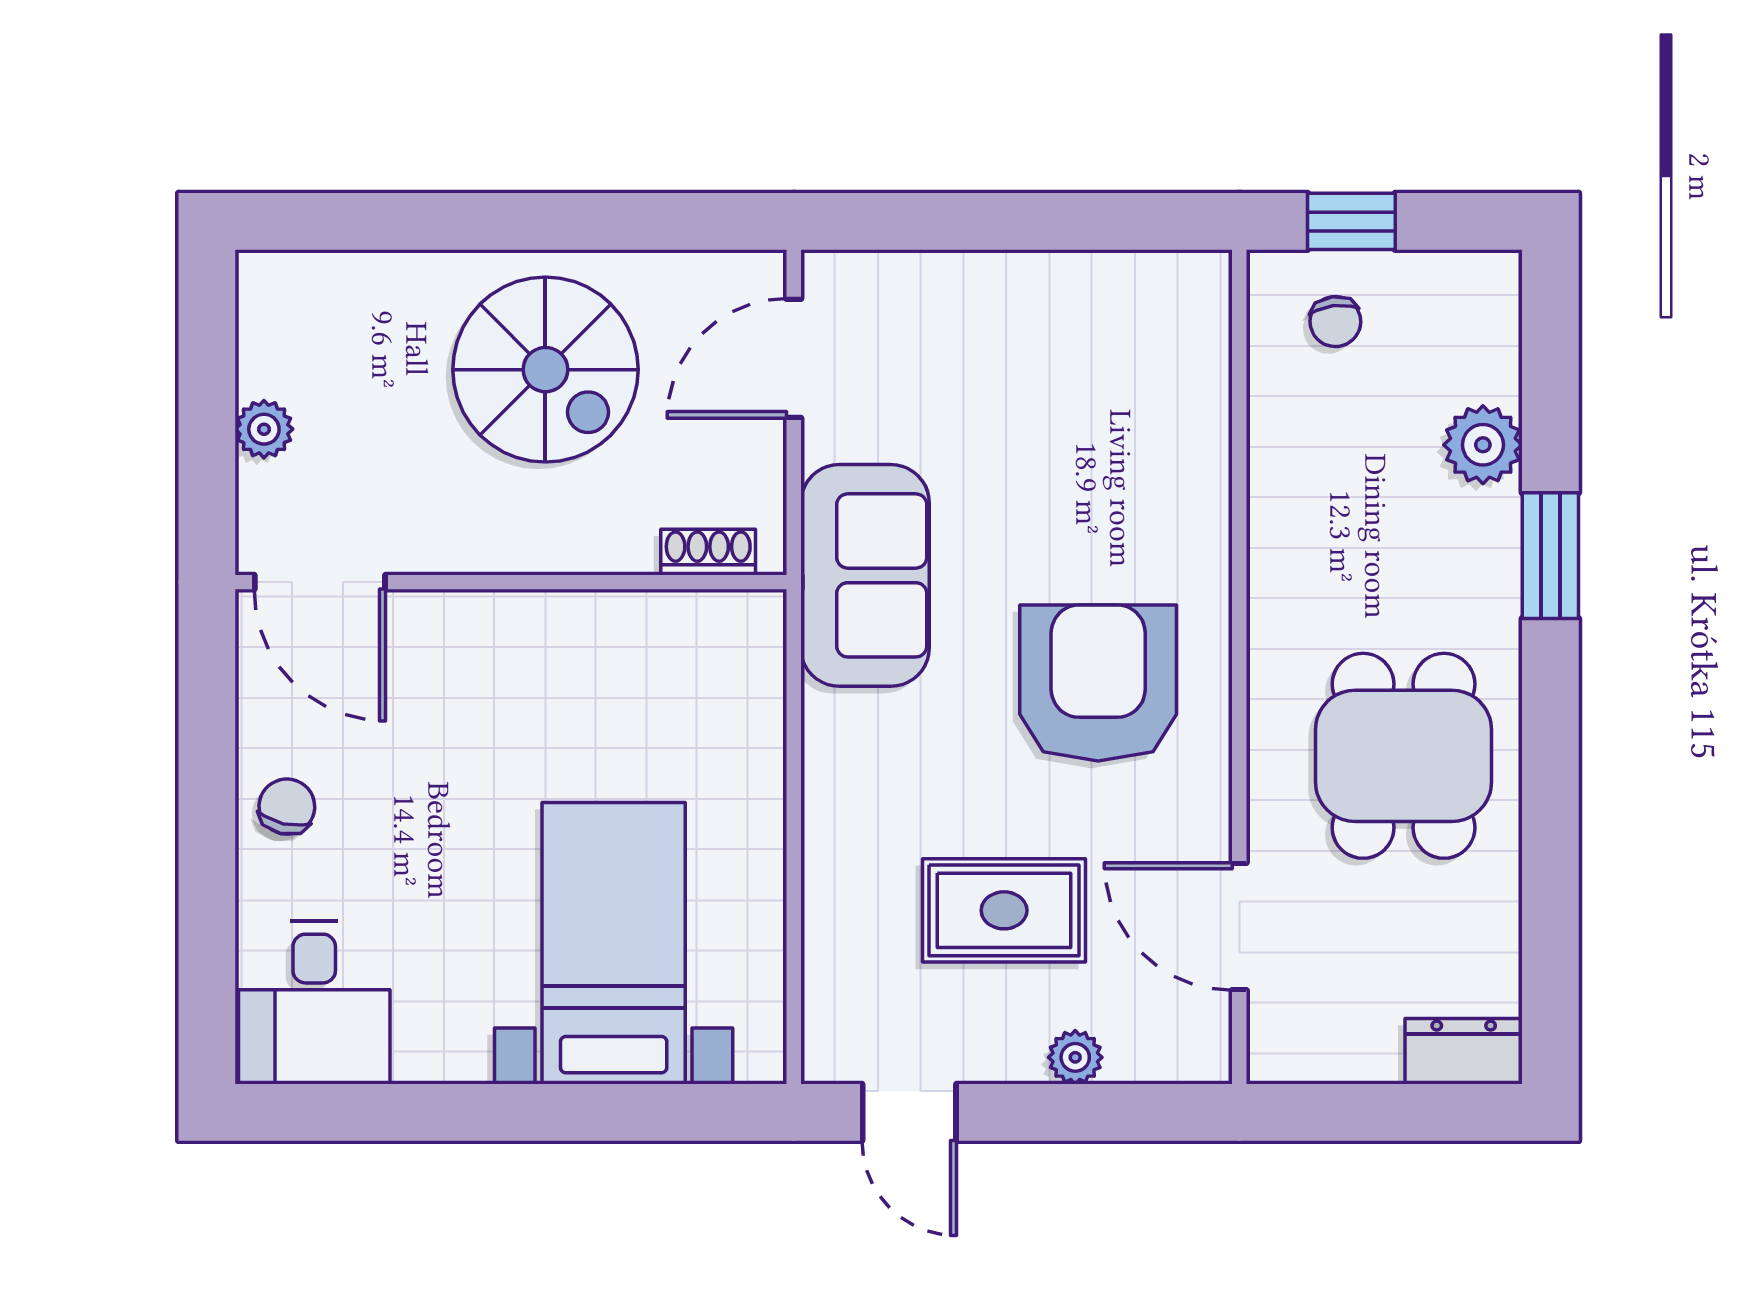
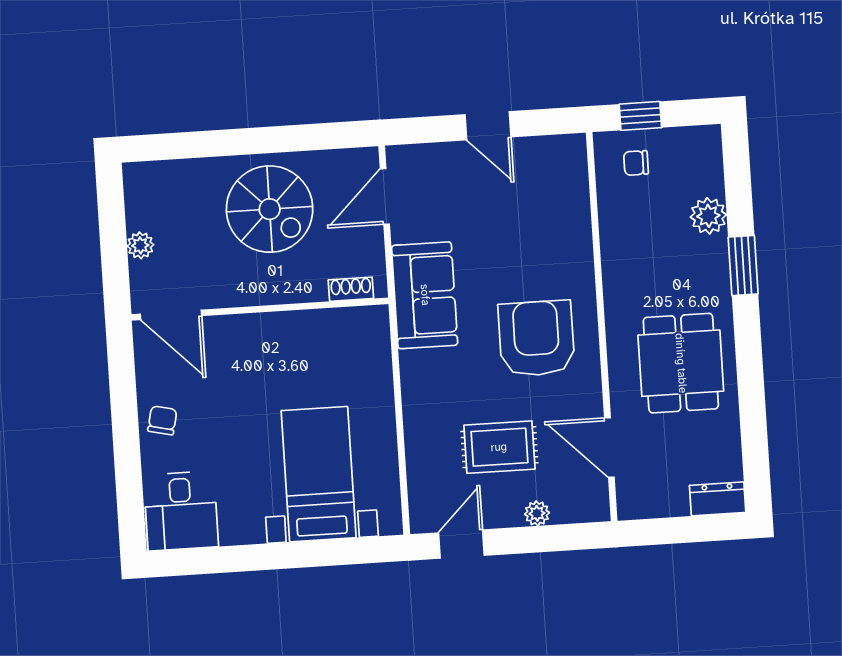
door: (1024, 221) -> (488, 126), added
chair: (1335, 322) -> (636, 163), turned 97
door: (909, 1112) -> (461, 544), swing flipped

